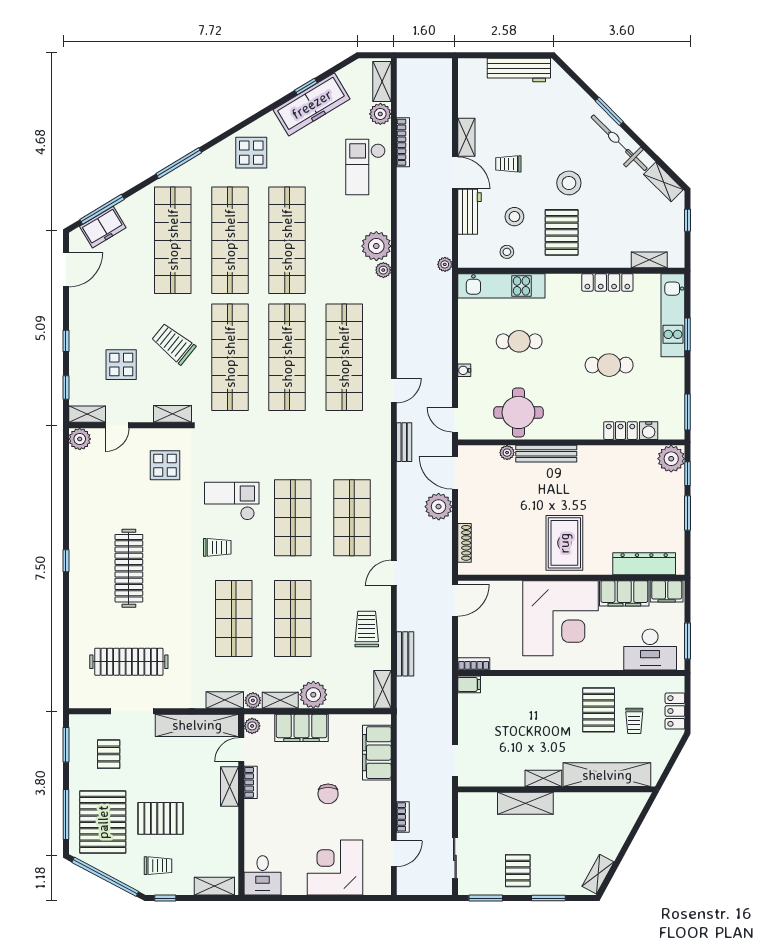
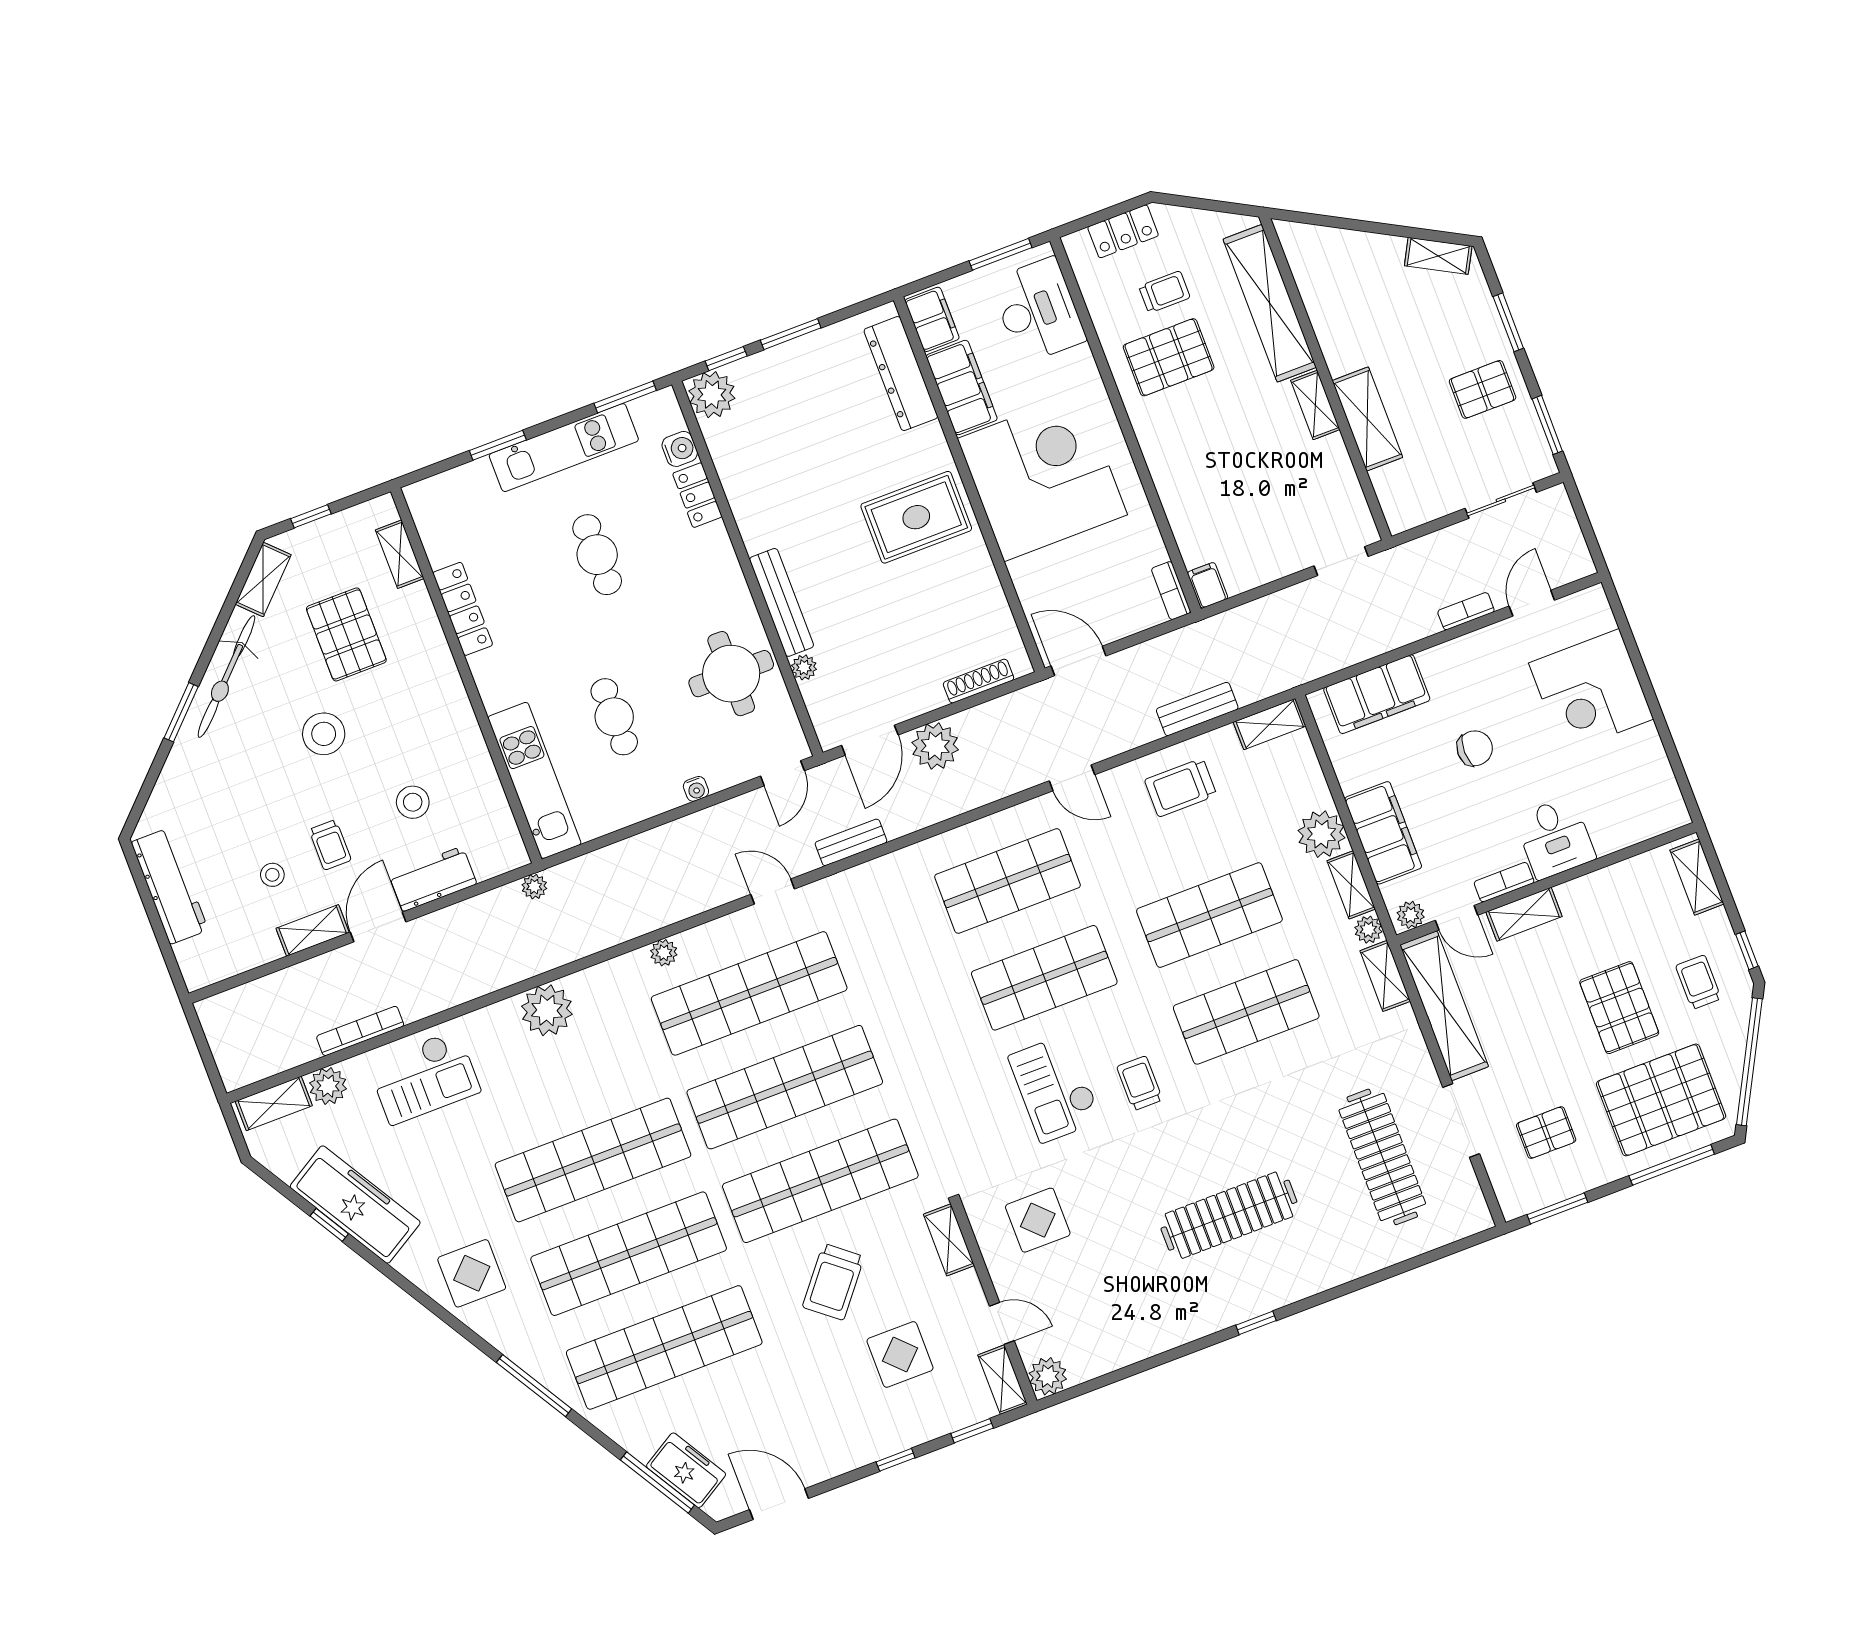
pallet: (562, 232) -> (346, 634), moved, turned 90
stool: (507, 252) -> (272, 875), moved
plant: (383, 270) -> (664, 953), moved
kitchen unit: (673, 315) -> (564, 448), moved
door: (394, 854) -> (1532, 603), hinge flipped
desk: (263, 875) -> (1555, 838), moved, turned 90

